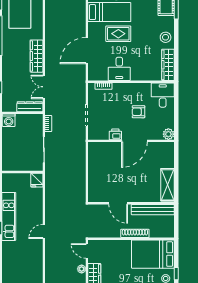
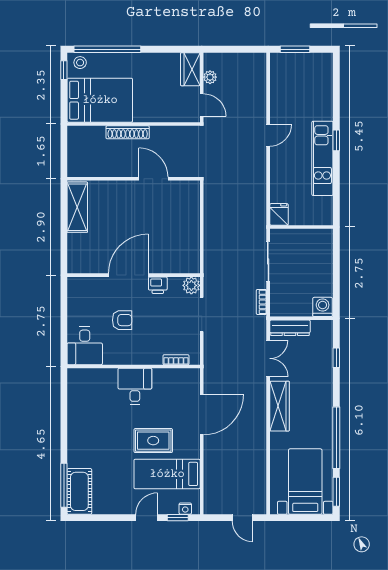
stool: (166, 37) -> (80, 435), removed
wardrobe: (168, 65) -> (77, 393), removed
desk: (119, 69) -> (135, 386), moved
plant: (168, 134) -> (191, 285), moved
bench: (153, 210) -> (100, 169), removed

